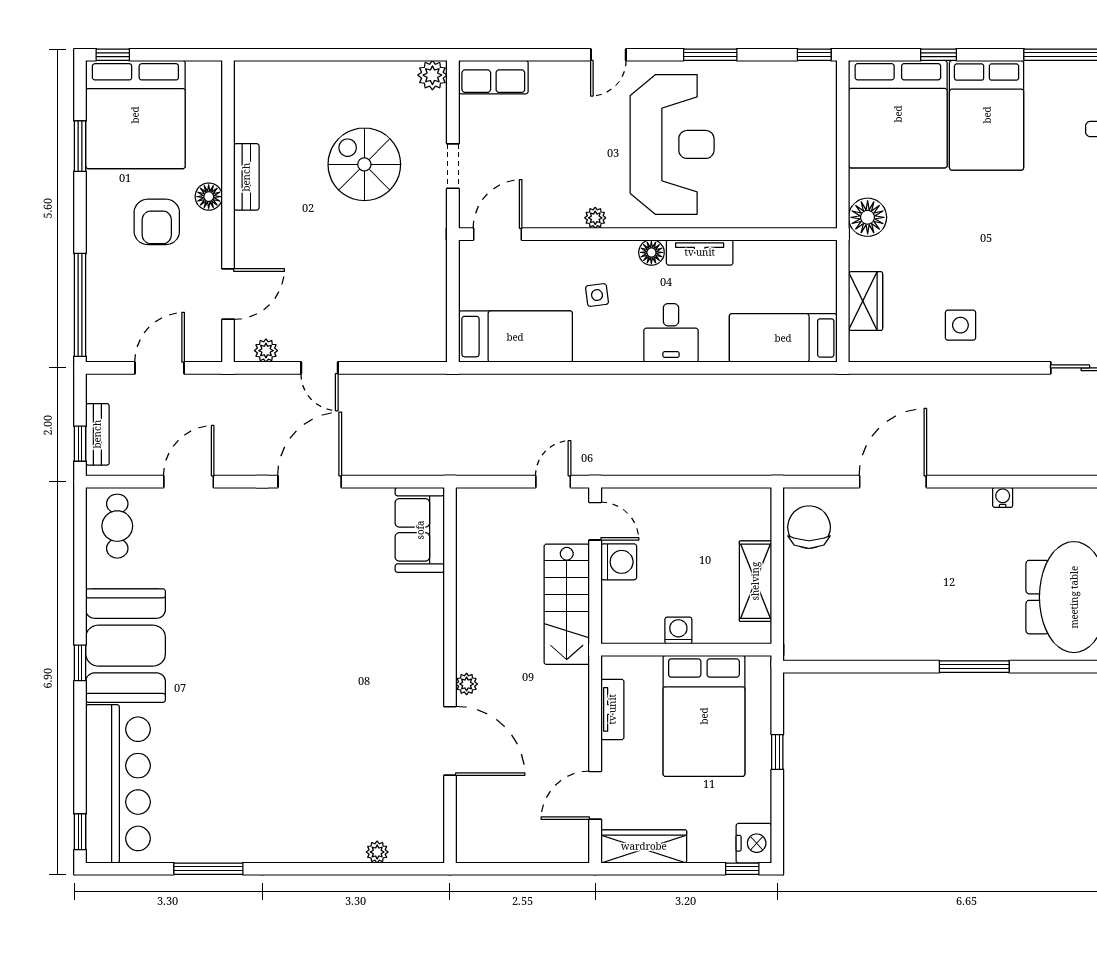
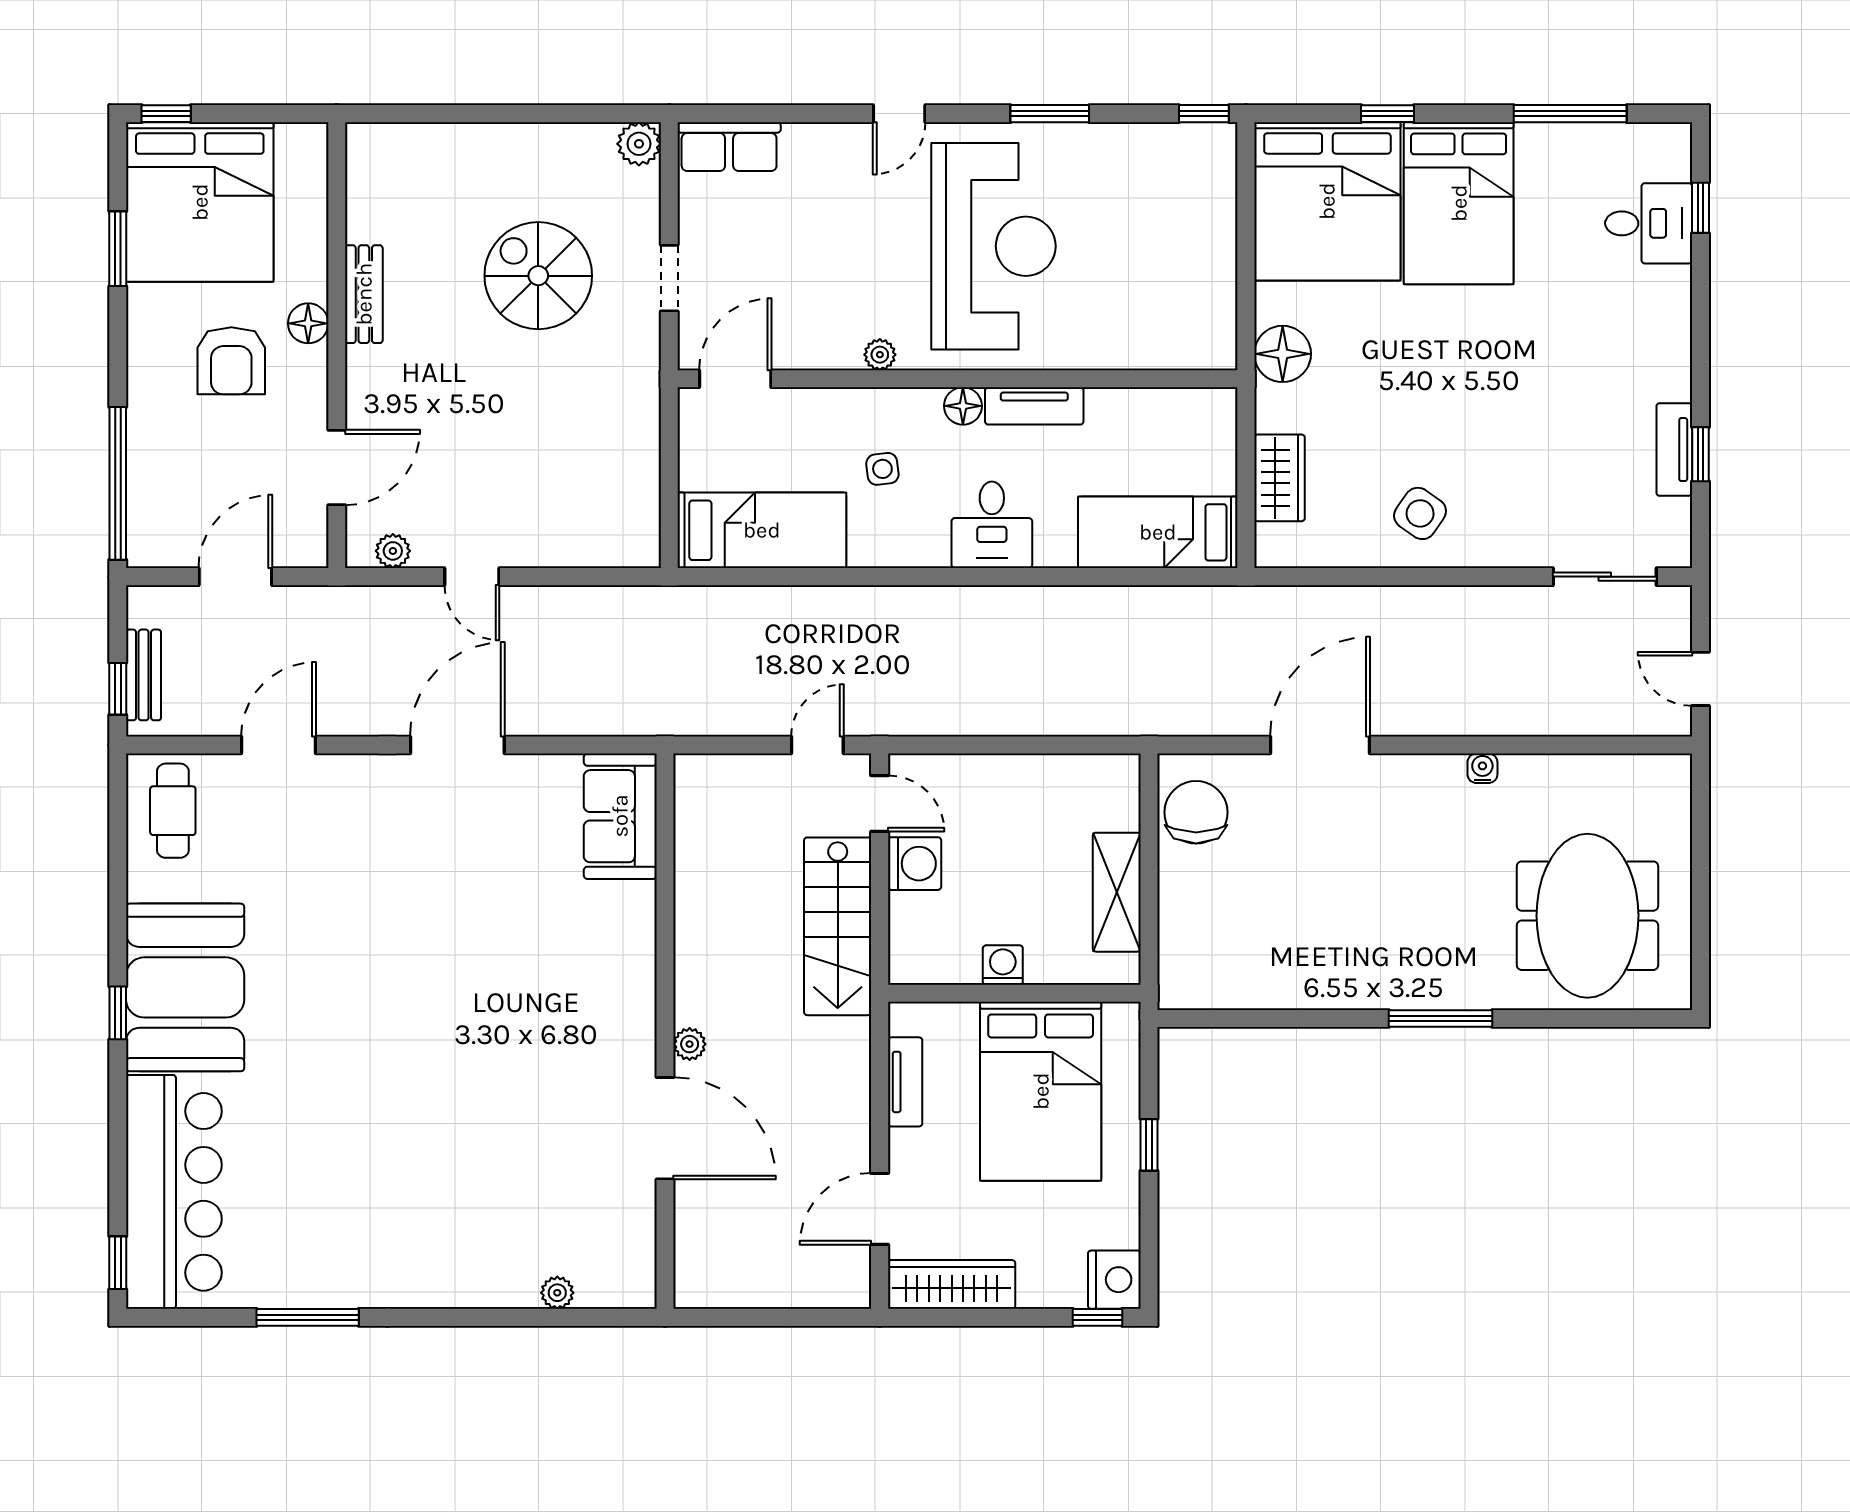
side table: (960, 325) -> (1420, 513), turned 35

